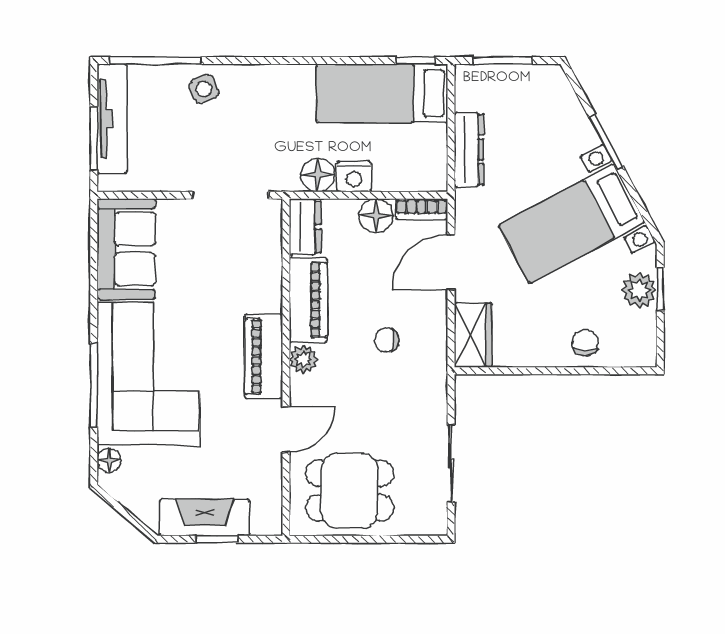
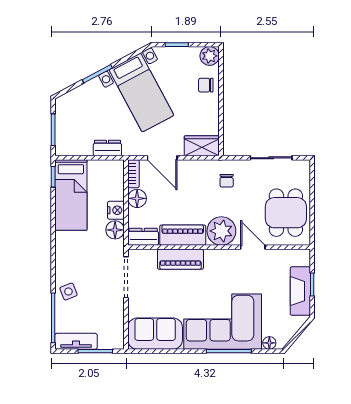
tv unit: (112, 119) -> (76, 341), width x0.71
dresser: (469, 150) -> (107, 148), width x0.70
plant: (639, 290) -> (210, 56), moved
chair: (387, 340) -> (227, 181), moved
piano: (264, 356) -> (180, 259), moved
plant: (303, 359) -> (221, 231), width x1.87, depth x1.87

